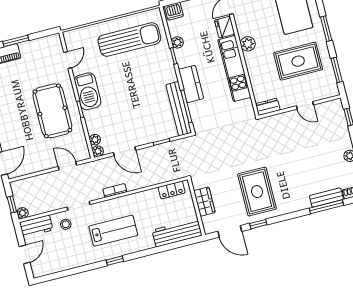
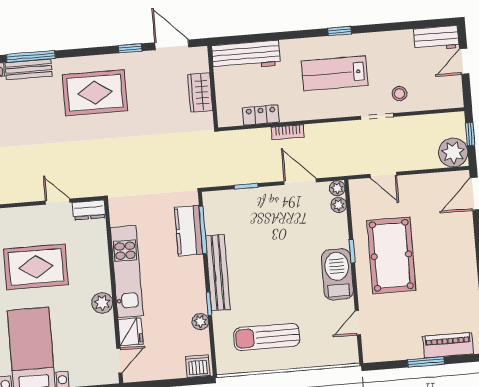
sun lounger: (129, 40) -> (267, 337), width x0.73, depth x0.75
kitchen counter: (191, 84) -> (189, 231), moved
door: (305, 105) -> (58, 202), moved
bench: (179, 109) -> (218, 273), moved
bookcase: (115, 190) -> (288, 132), moved
locker: (172, 190) -> (261, 115), moved
rug: (257, 192) -> (95, 93), moved, turned 90
plant: (23, 213) -> (453, 152), moved, width x1.88, depth x1.88
workbench: (36, 226) -> (436, 38), moved, turned 180

